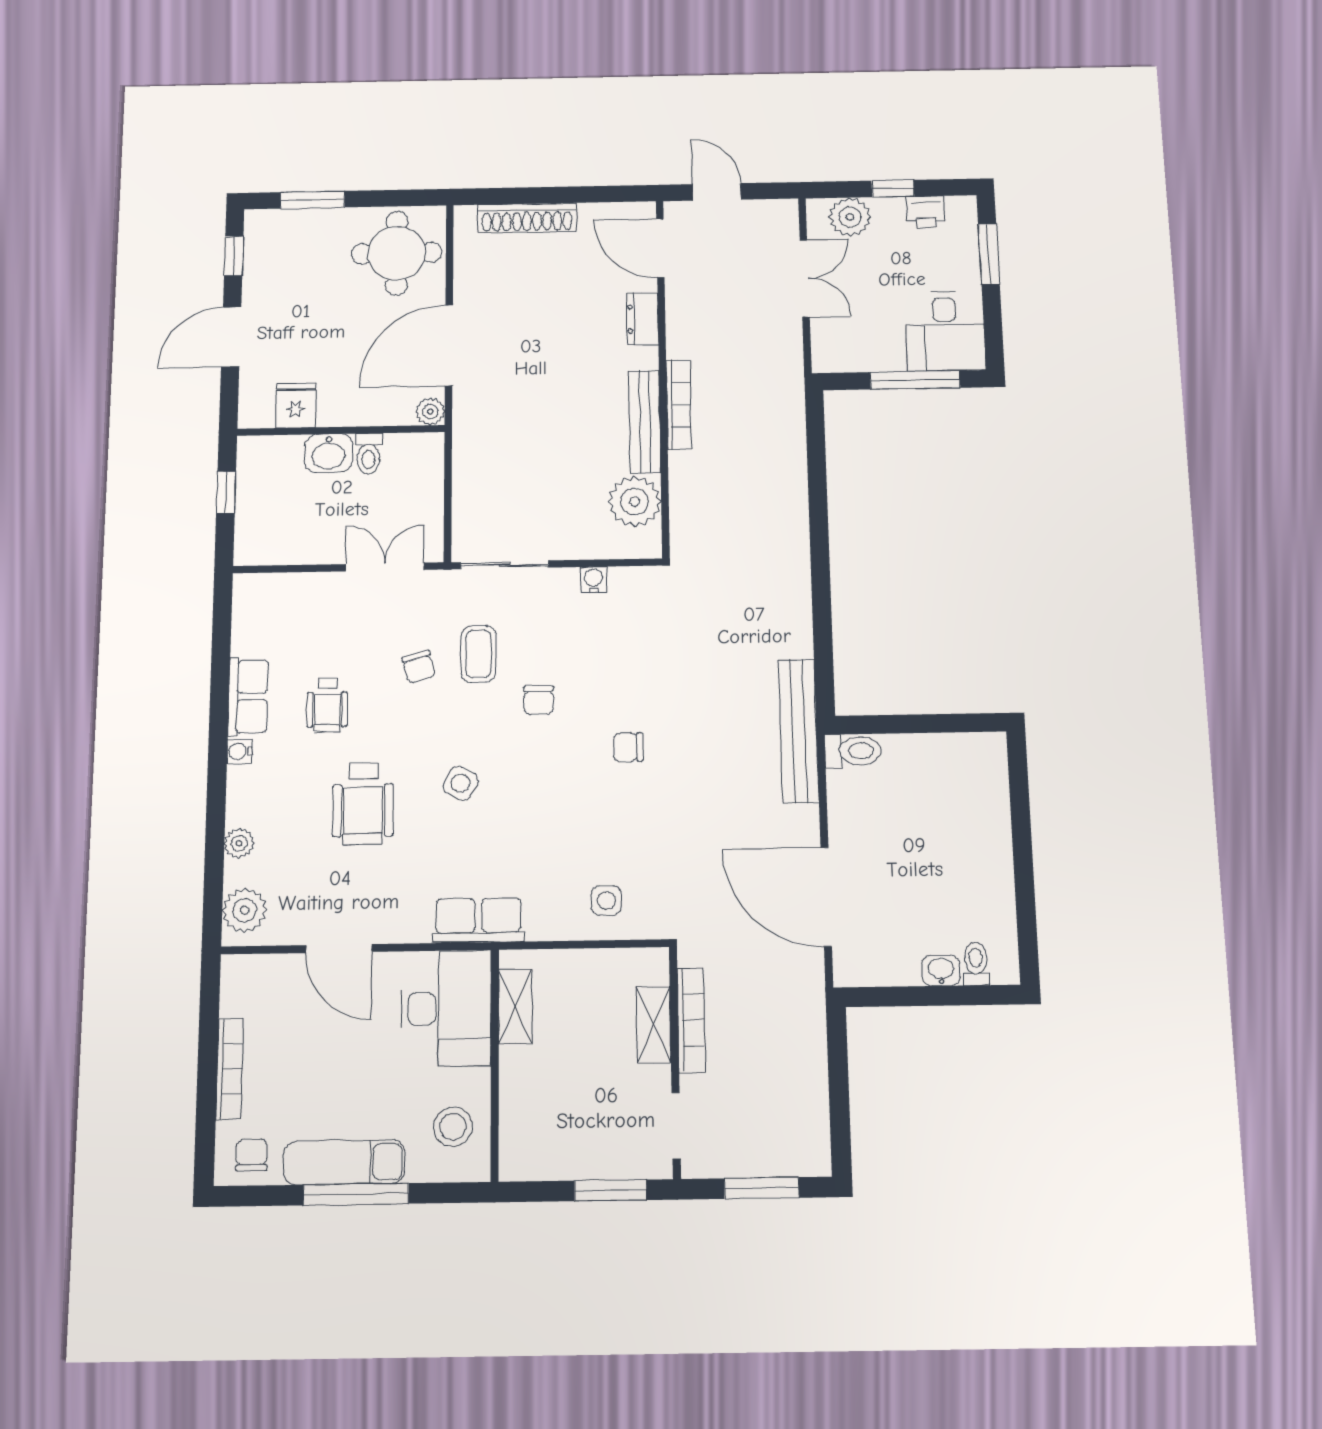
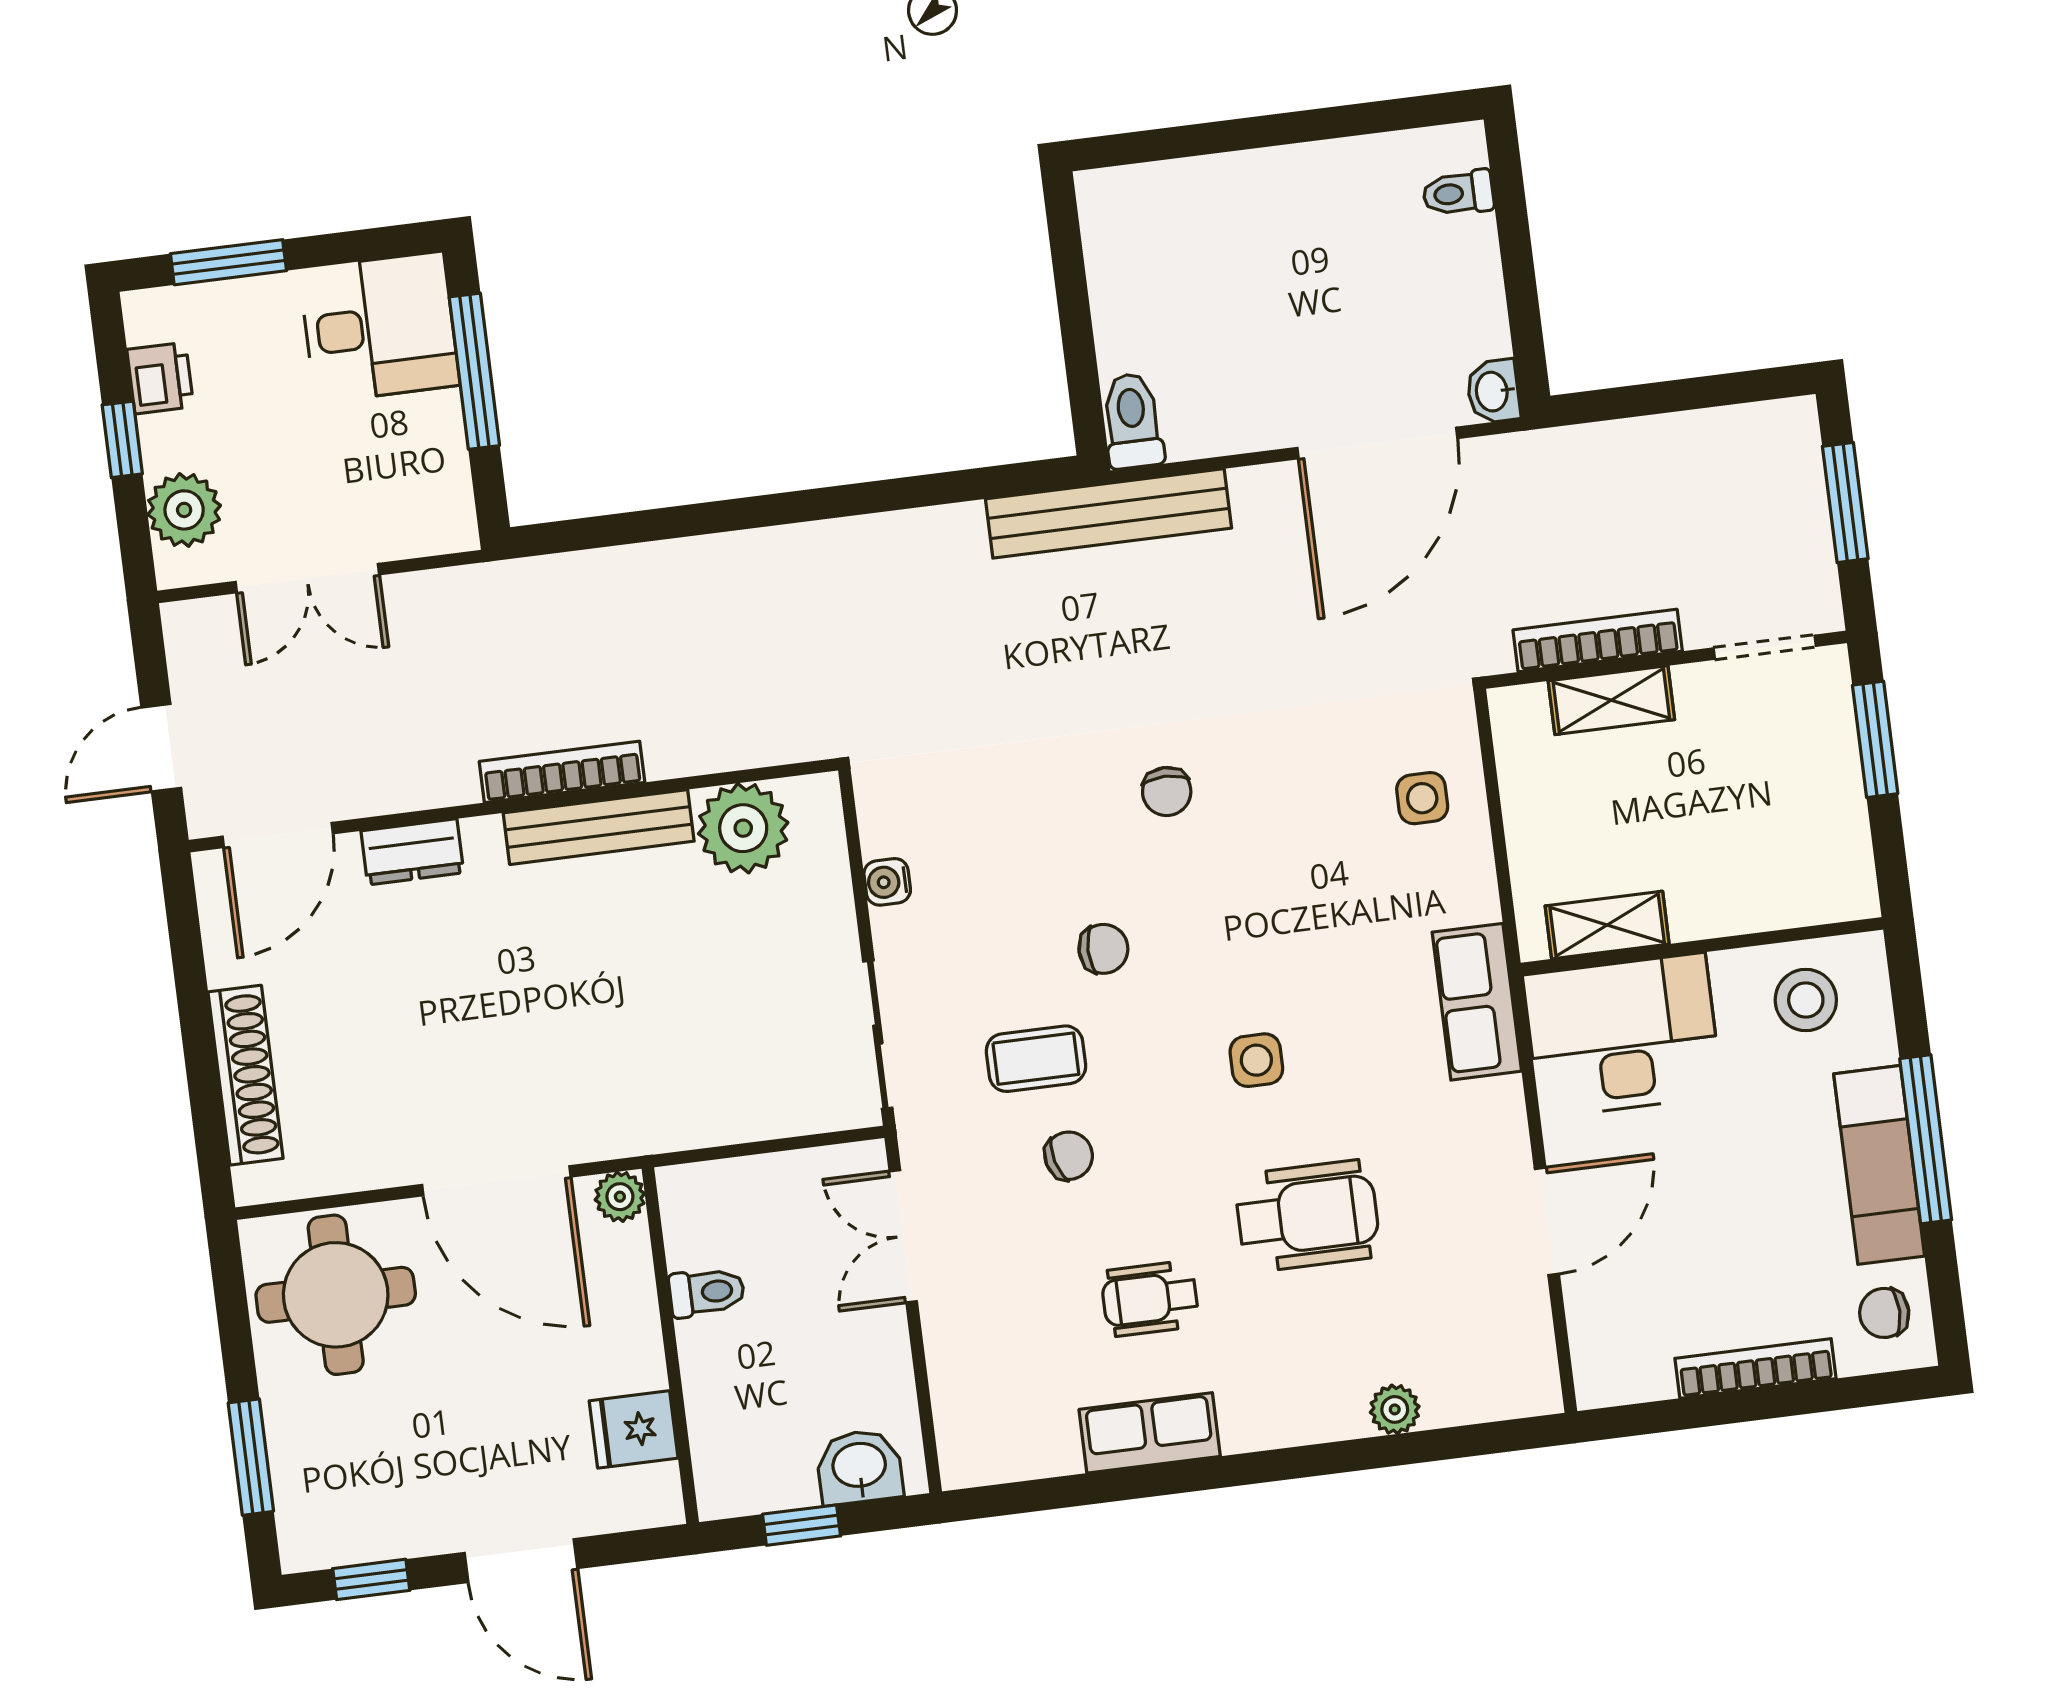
double door: (805, 278) -> (307, 578), swing flipped
washbasin: (329, 453) -> (859, 1467), moved, turned -90
wheelchair: (327, 705) -> (1150, 1299), turned 180
water cooler: (239, 751) -> (1243, 1433), removed
side table: (461, 783) -> (1256, 1060), turned -30
plant: (244, 910) -> (1502, 1384), removed
washbasin: (941, 970) -> (1493, 391), moved

